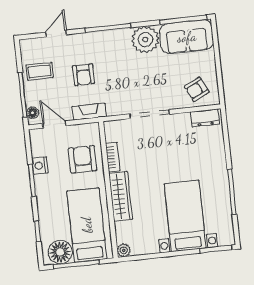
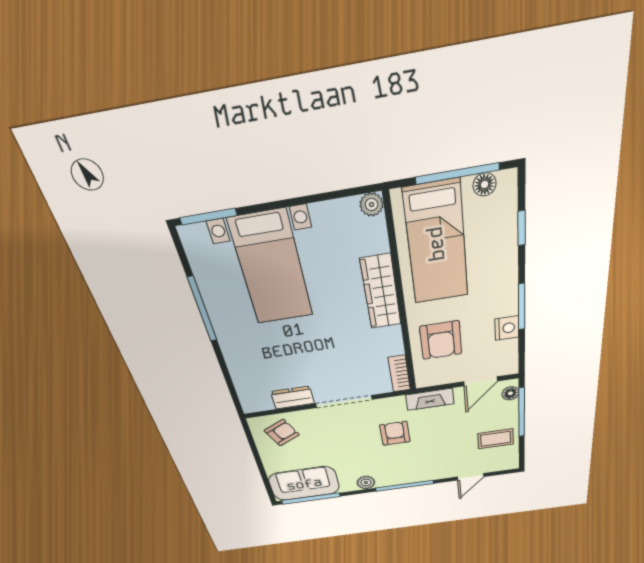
plant: (145, 40) -> (366, 483), width x0.53, depth x0.53
armchair: (83, 75) -> (395, 433), moved
dresser: (205, 118) -> (293, 398), moved
door: (54, 124) -> (481, 381), hinge flipped
bookcase: (113, 157) -> (399, 374), moved
floor lamp: (60, 252) -> (485, 184), width x0.53, depth x0.53

